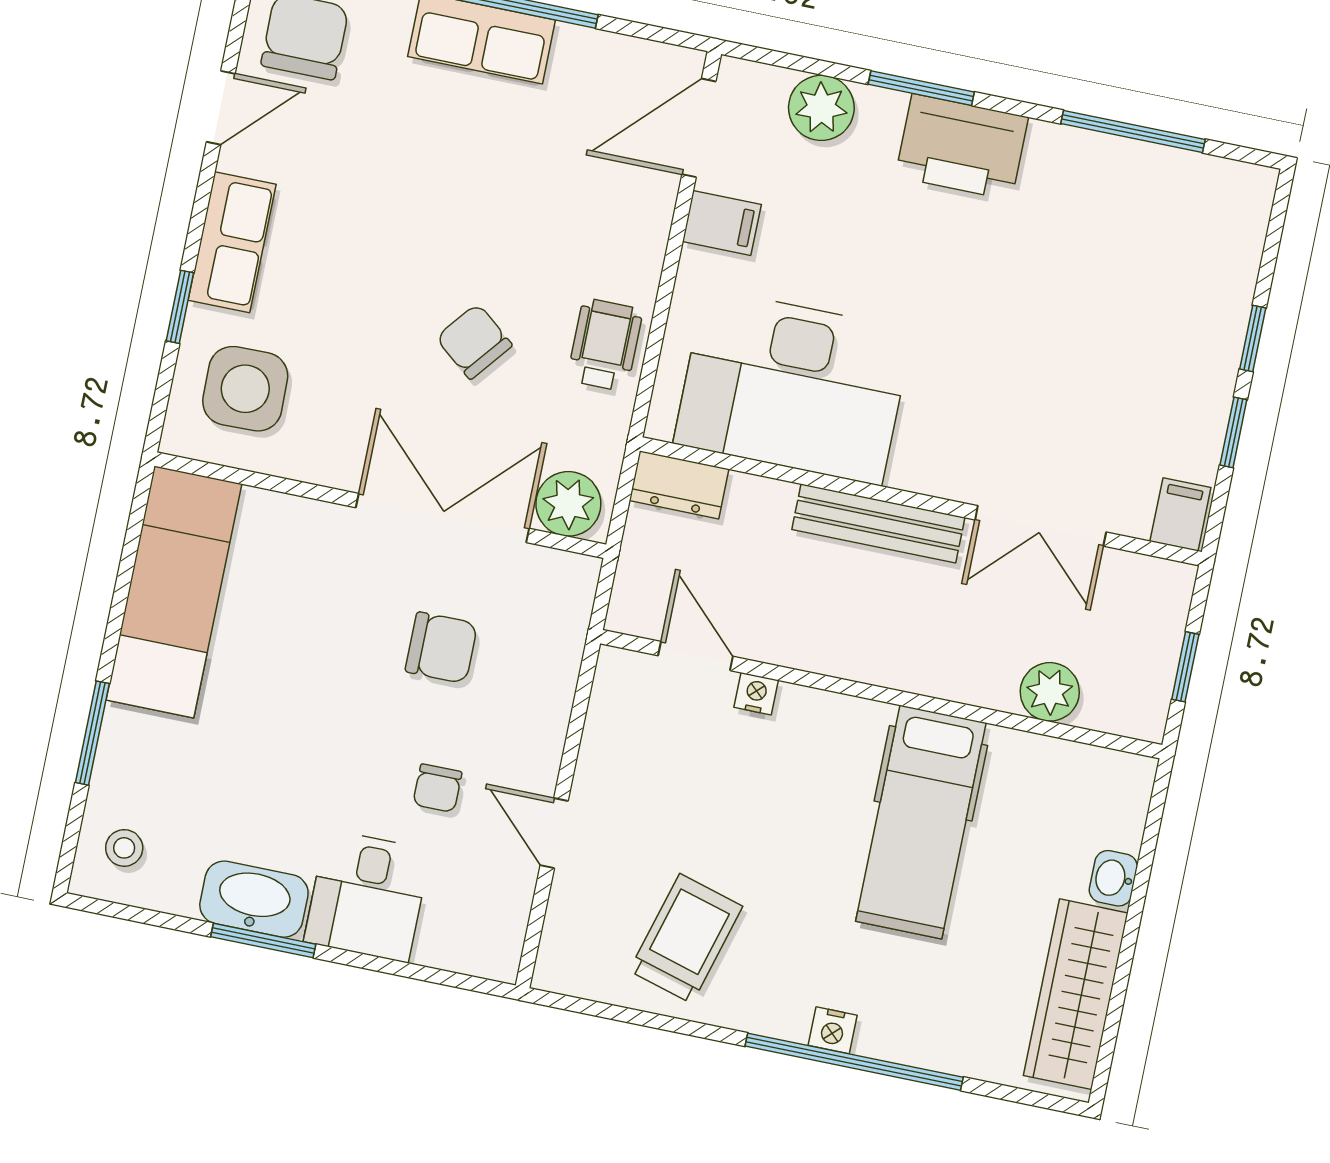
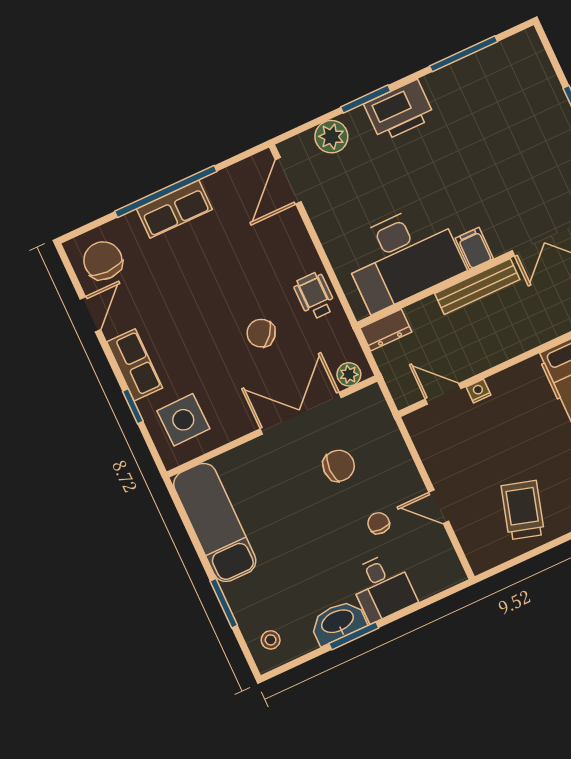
filing cabinet: (722, 223) -> (474, 248), moved, turned -90
plant: (568, 504) -> (349, 374), width x0.73, depth x0.73
chair: (437, 788) -> (379, 523), turned 180

